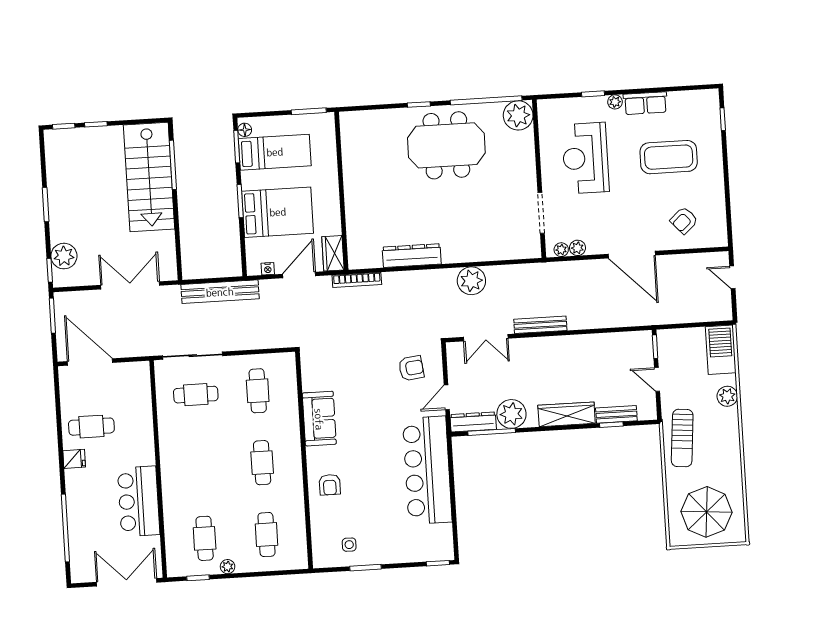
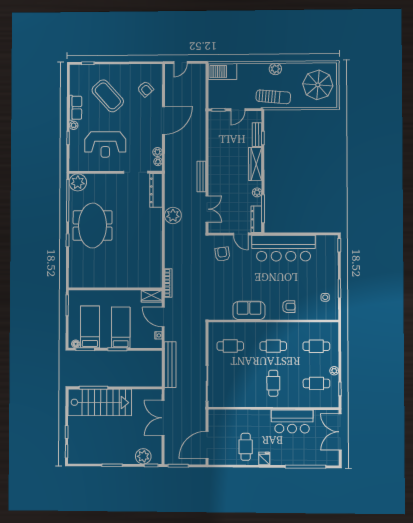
coffee table: (669, 157) -> (108, 96), turned -42
bed: (278, 212) -> (121, 327), width x0.67
dresser: (412, 256) -> (156, 190), moved
cafe table: (196, 395) -> (273, 383), moved
plant: (727, 396) -> (275, 69), moved
plant: (511, 414) -> (257, 192), width x0.53, depth x0.53

